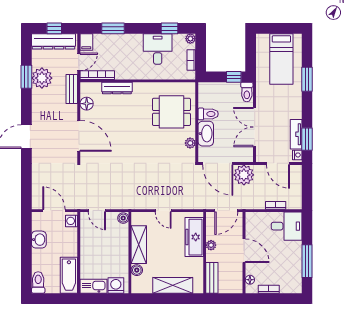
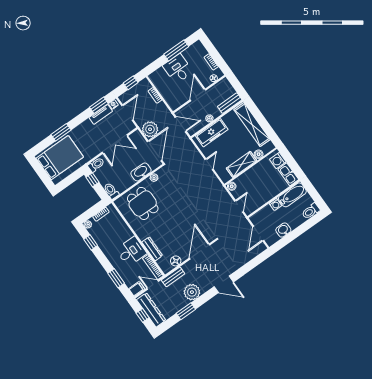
desk: (158, 49) -> (131, 251), moved, turned 180
bed: (281, 59) -> (60, 158), width x1.50
plant: (42, 78) -> (192, 292), moved
toilet: (208, 114) -> (111, 191), moved
window: (307, 189) -> (131, 83), added
washing machine: (72, 221) -> (275, 204), moved
desk: (287, 226) -> (178, 69), moved
shelving: (173, 285) -> (252, 125), width x1.47

